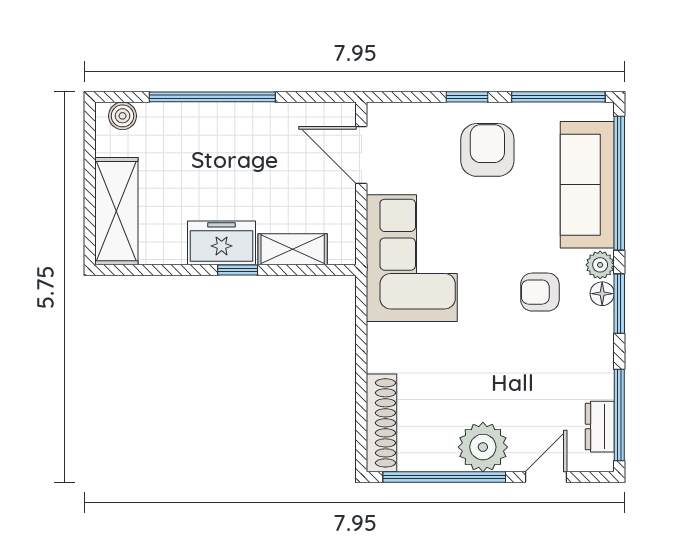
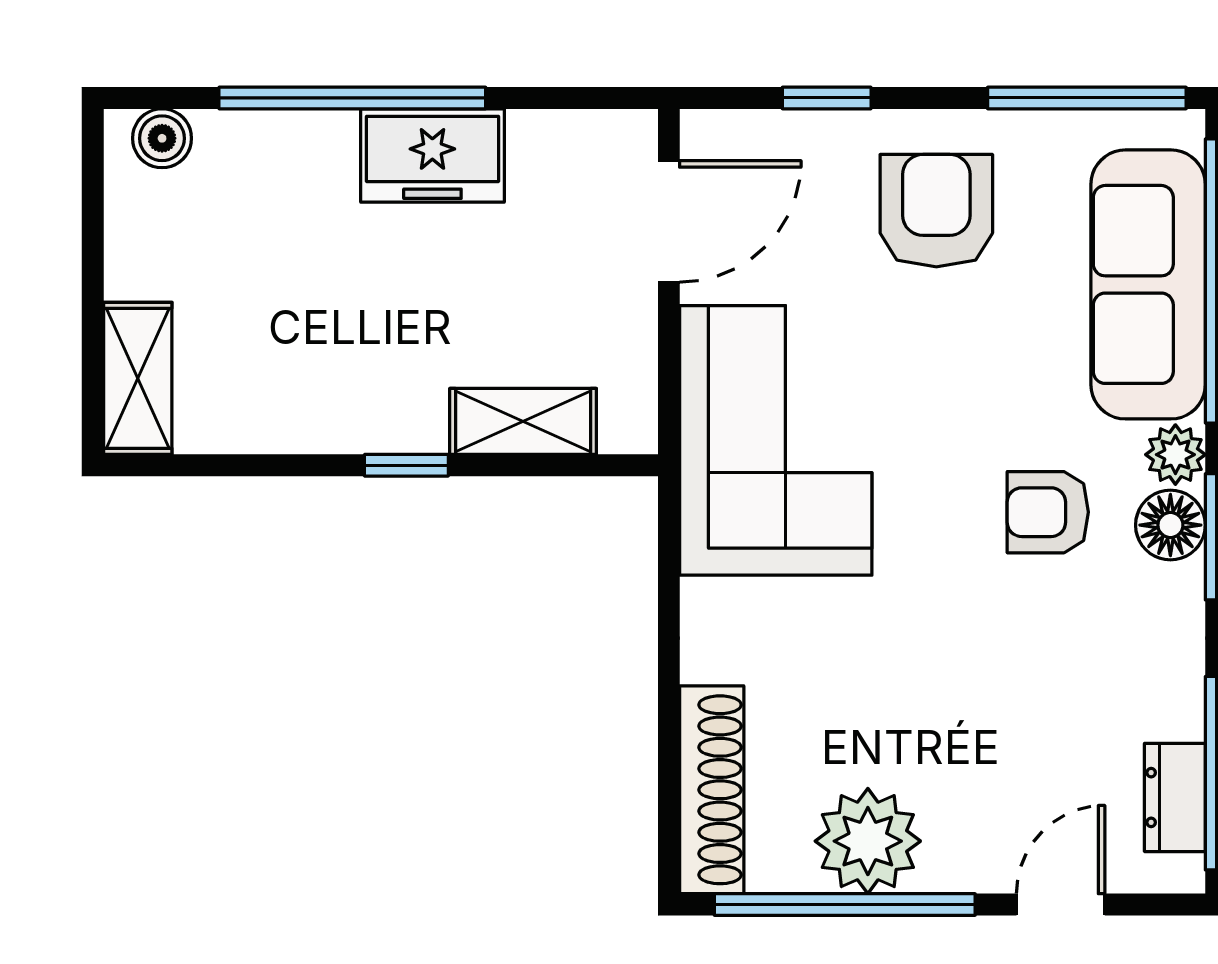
window: (467, 97) -> (827, 98), moved
door: (361, 155) -> (669, 221), swing flipped
shelving: (116, 211) -> (138, 378), width x0.67, depth x0.75
freezer: (222, 243) -> (432, 155), moved, turned 180
floor lamp: (602, 294) -> (1170, 525), width x1.37, depth x1.37
plant: (483, 447) -> (868, 841), moved

